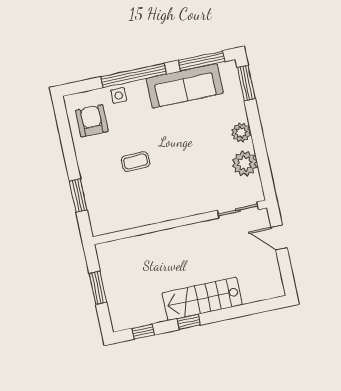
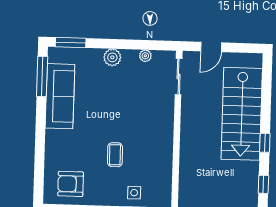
window: (134, 75) -> (40, 138), removed
side table: (119, 96) -> (134, 193), moved
plant: (245, 164) -> (145, 56), width x0.53, depth x0.53
stairs: (202, 299) -> (242, 114), width x1.36, depth x1.51

